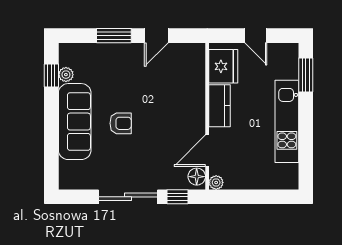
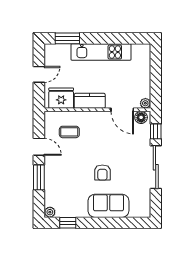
plant: (66, 75) -> (50, 212), moved
coffee table: (177, 78) -> (69, 132), added
sofa: (75, 122) -> (108, 206), width x0.73
armchair: (121, 123) -> (102, 173), turned 180

